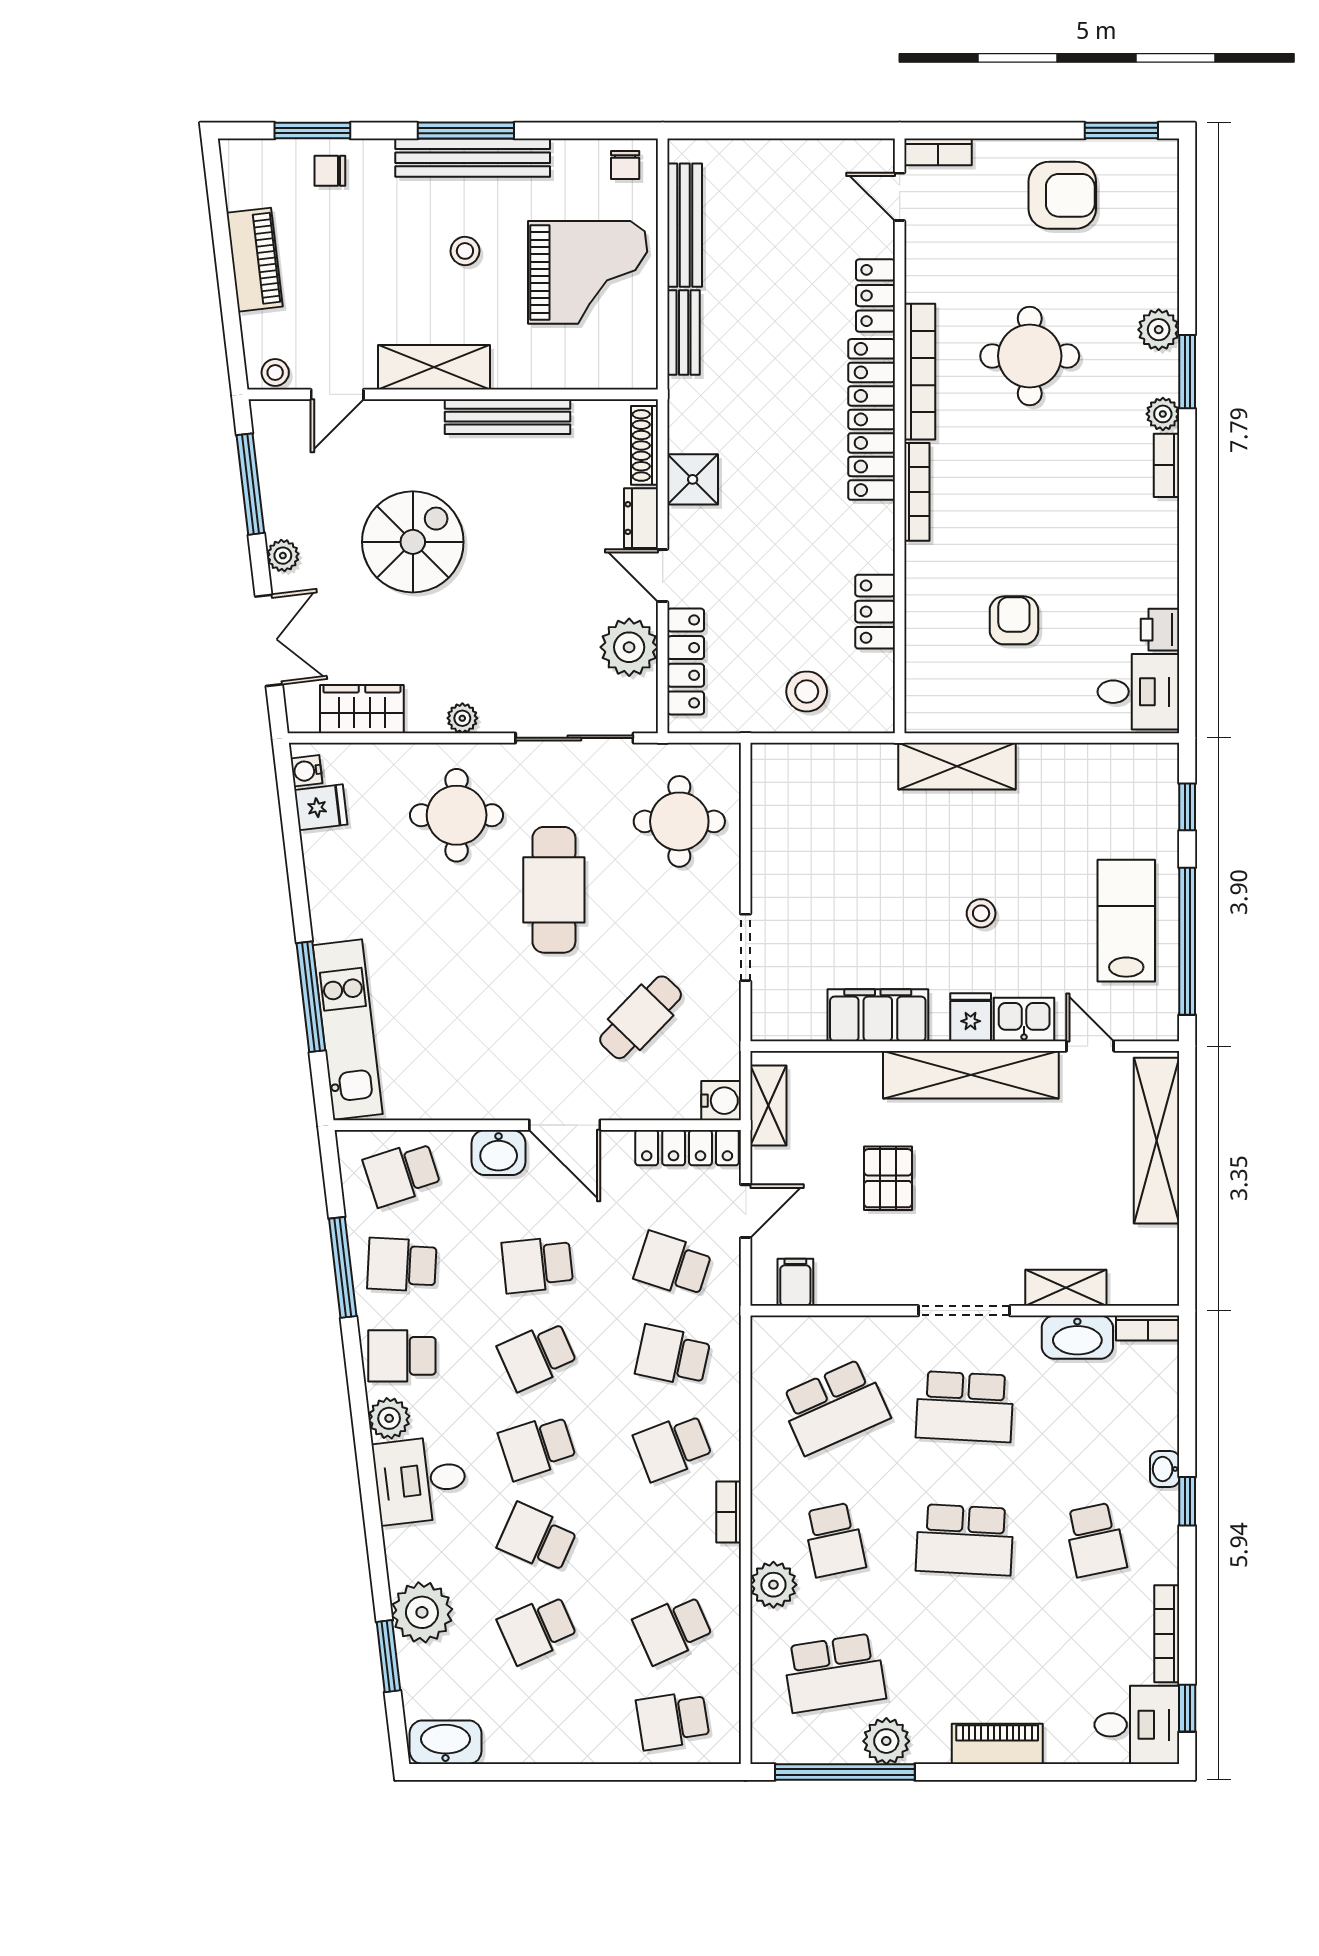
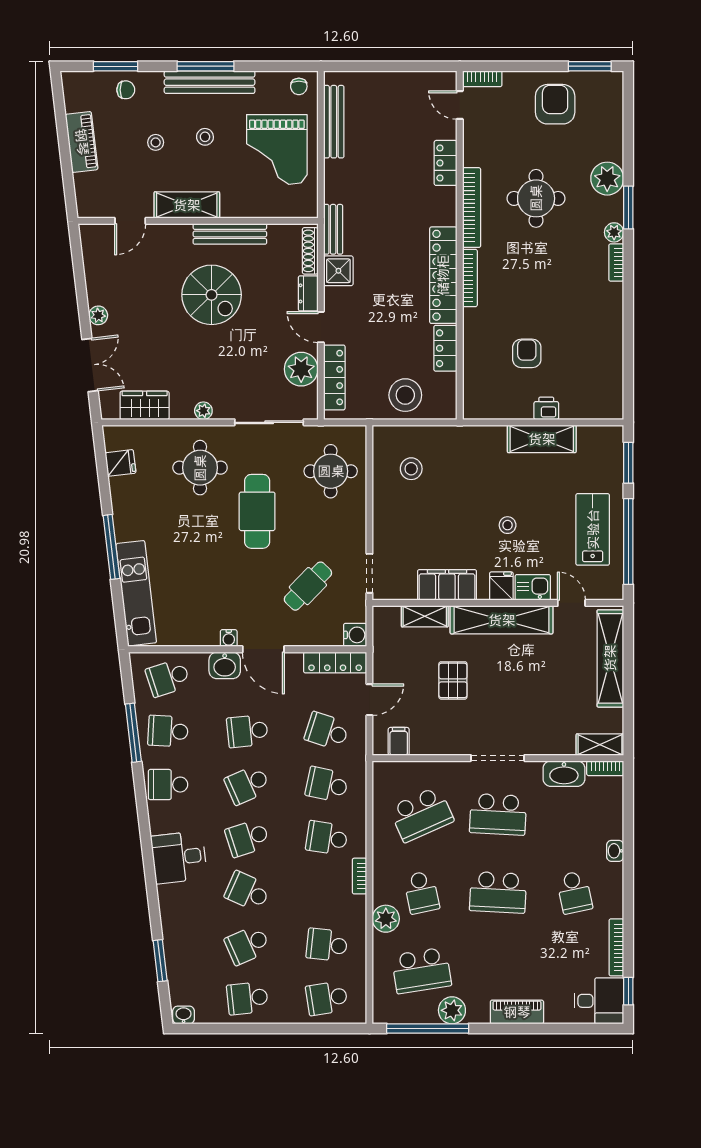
chair: (330, 171) -> (126, 90), turned 180
armchair: (1062, 195) -> (555, 104), turned -90
grand piano: (588, 272) -> (277, 149), turned 90
plant: (1159, 330) -> (607, 179), width x1.36, depth x1.36
bench: (684, 333) -> (333, 229), moved
stool: (275, 373) -> (156, 142), moved
locker: (872, 419) -> (443, 275), moved
window: (250, 484) -> (79, 273), removed
spiral stairs: (413, 542) -> (212, 295), moved, turned 90
printer: (1160, 630) -> (546, 408), moved, turned 90
stool: (807, 691) -> (405, 395), width x1.38, depth x1.38
desk: (1138, 692) -> (600, 395), removed
shelving: (957, 766) -> (542, 439), moved
water cooler: (307, 771) -> (229, 638), moved, turned -83
window: (1187, 807) -> (628, 463), width x1.50
stool: (817, 817) -> (411, 469), added
doorway: (746, 947) -> (369, 573), moved
window: (311, 997) -> (111, 547), moved
shelving: (768, 1106) -> (425, 616), moved, turned 90
shelving: (1066, 1288) -> (600, 745), moved
plant: (389, 1418) -> (161, 821), removed
school desk: (673, 1447) -> (327, 838), turned 30
window: (1187, 1501) -> (628, 870), removed
plant: (422, 1612) -> (180, 935), removed
school desk: (673, 1629) -> (327, 945), turned 30
school desk: (537, 1720) -> (247, 998), added
washbasin: (446, 1742) -> (184, 1015), width x0.52, depth x0.69

